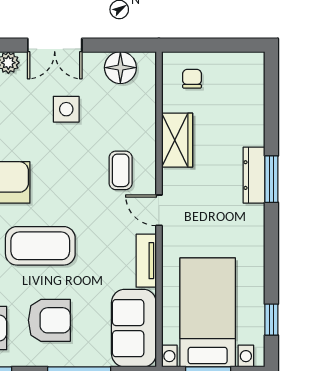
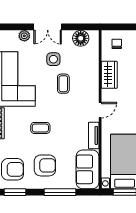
coffee table: (121, 170) -> (63, 84), moved
door: (159, 210) -> (100, 110), swing flipped
coffee table: (40, 246) -> (40, 128), width x0.54, depth x0.58

